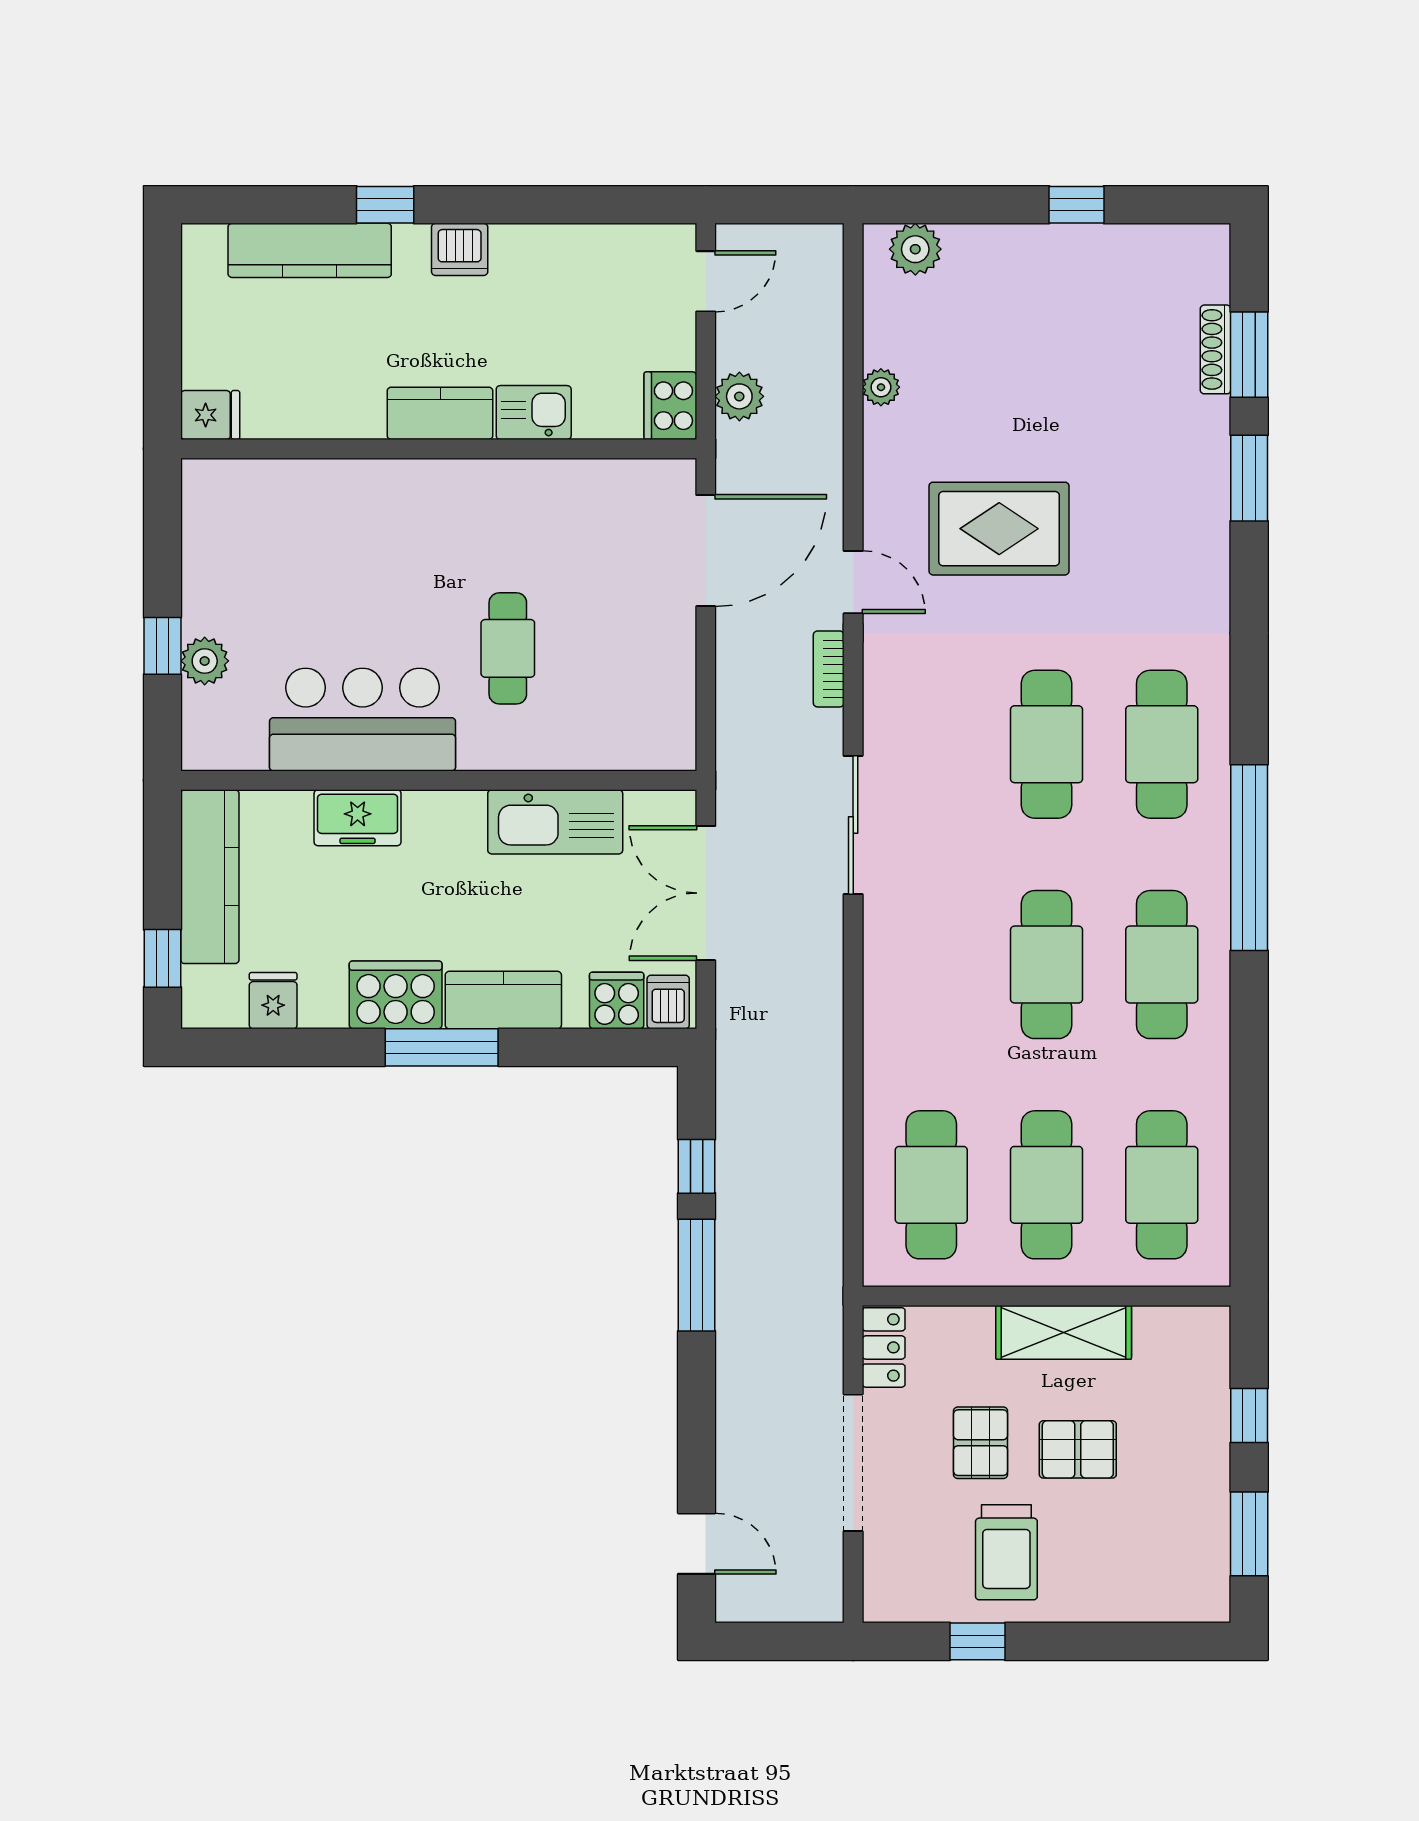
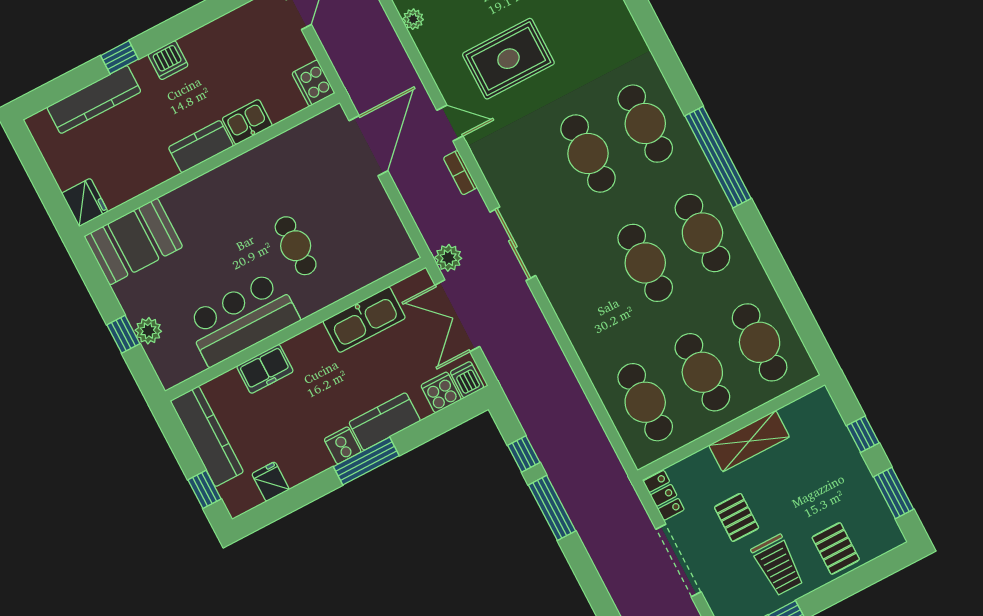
plant: (739, 396) -> (448, 258), moved
fridge: (210, 415) -> (85, 202), width x1.38
booth: (255, 508) -> (133, 242), added
cooker: (396, 995) -> (343, 445), width x0.53, depth x0.76
pallet: (1078, 1449) -> (836, 548), moved, turned 90

